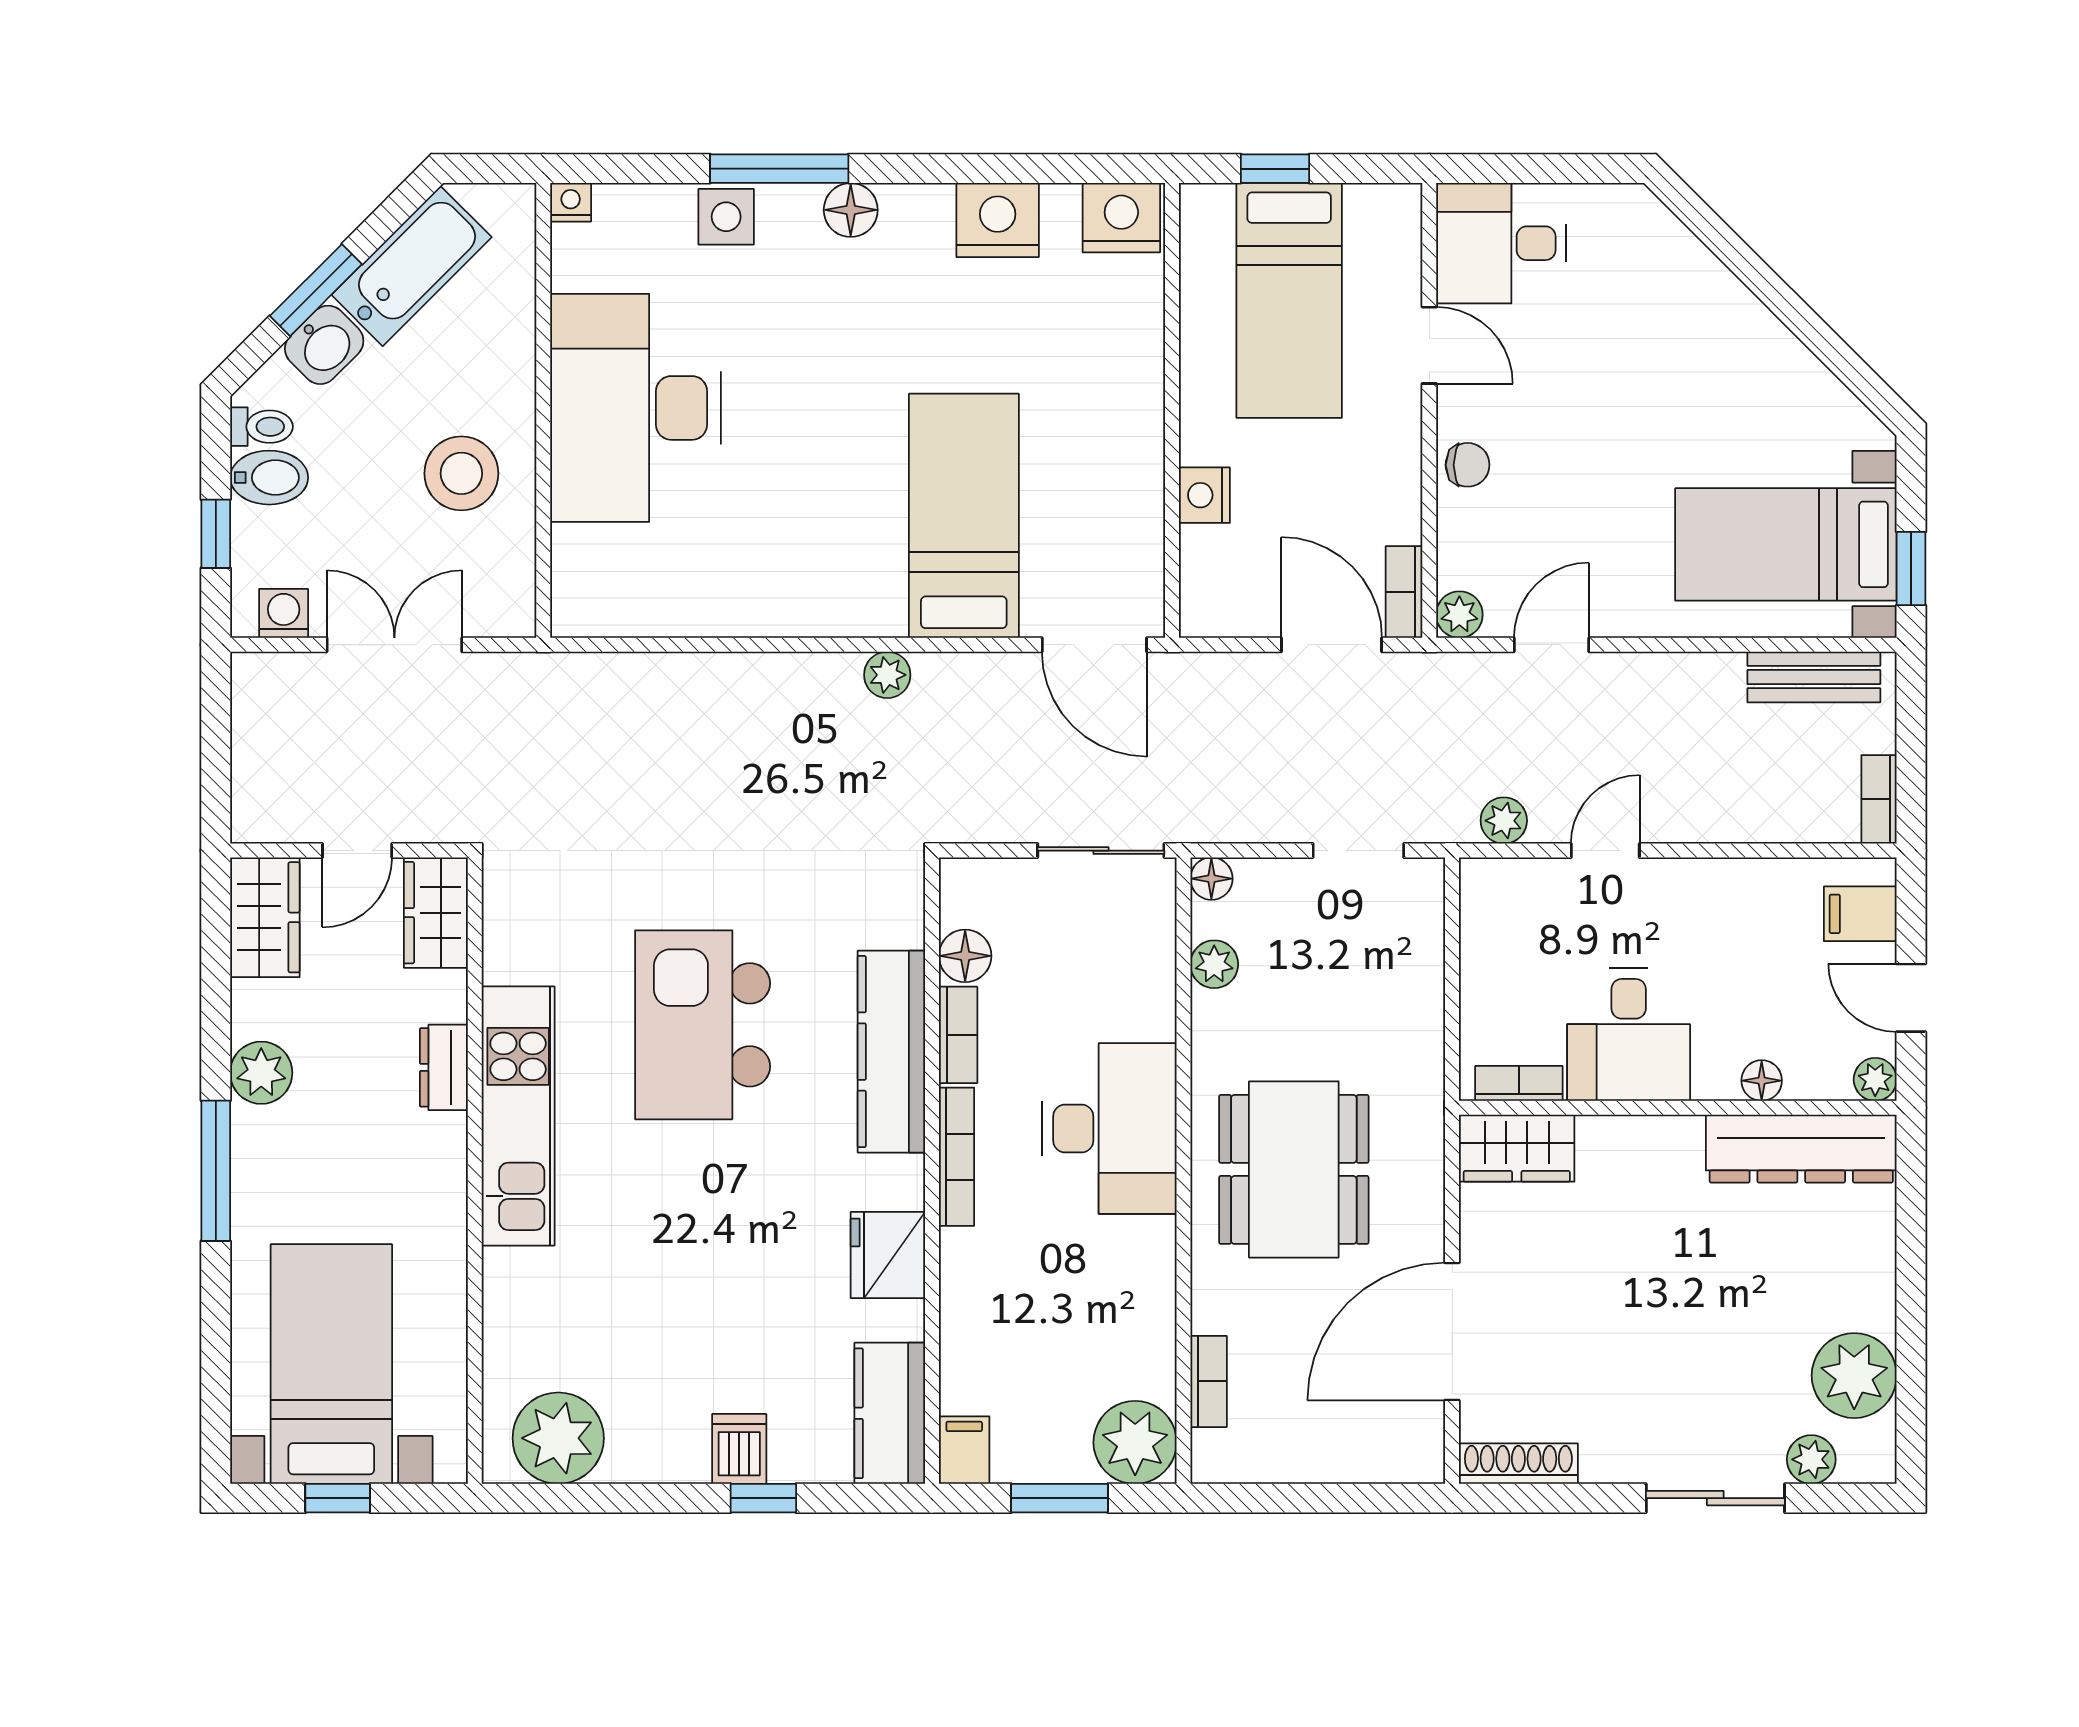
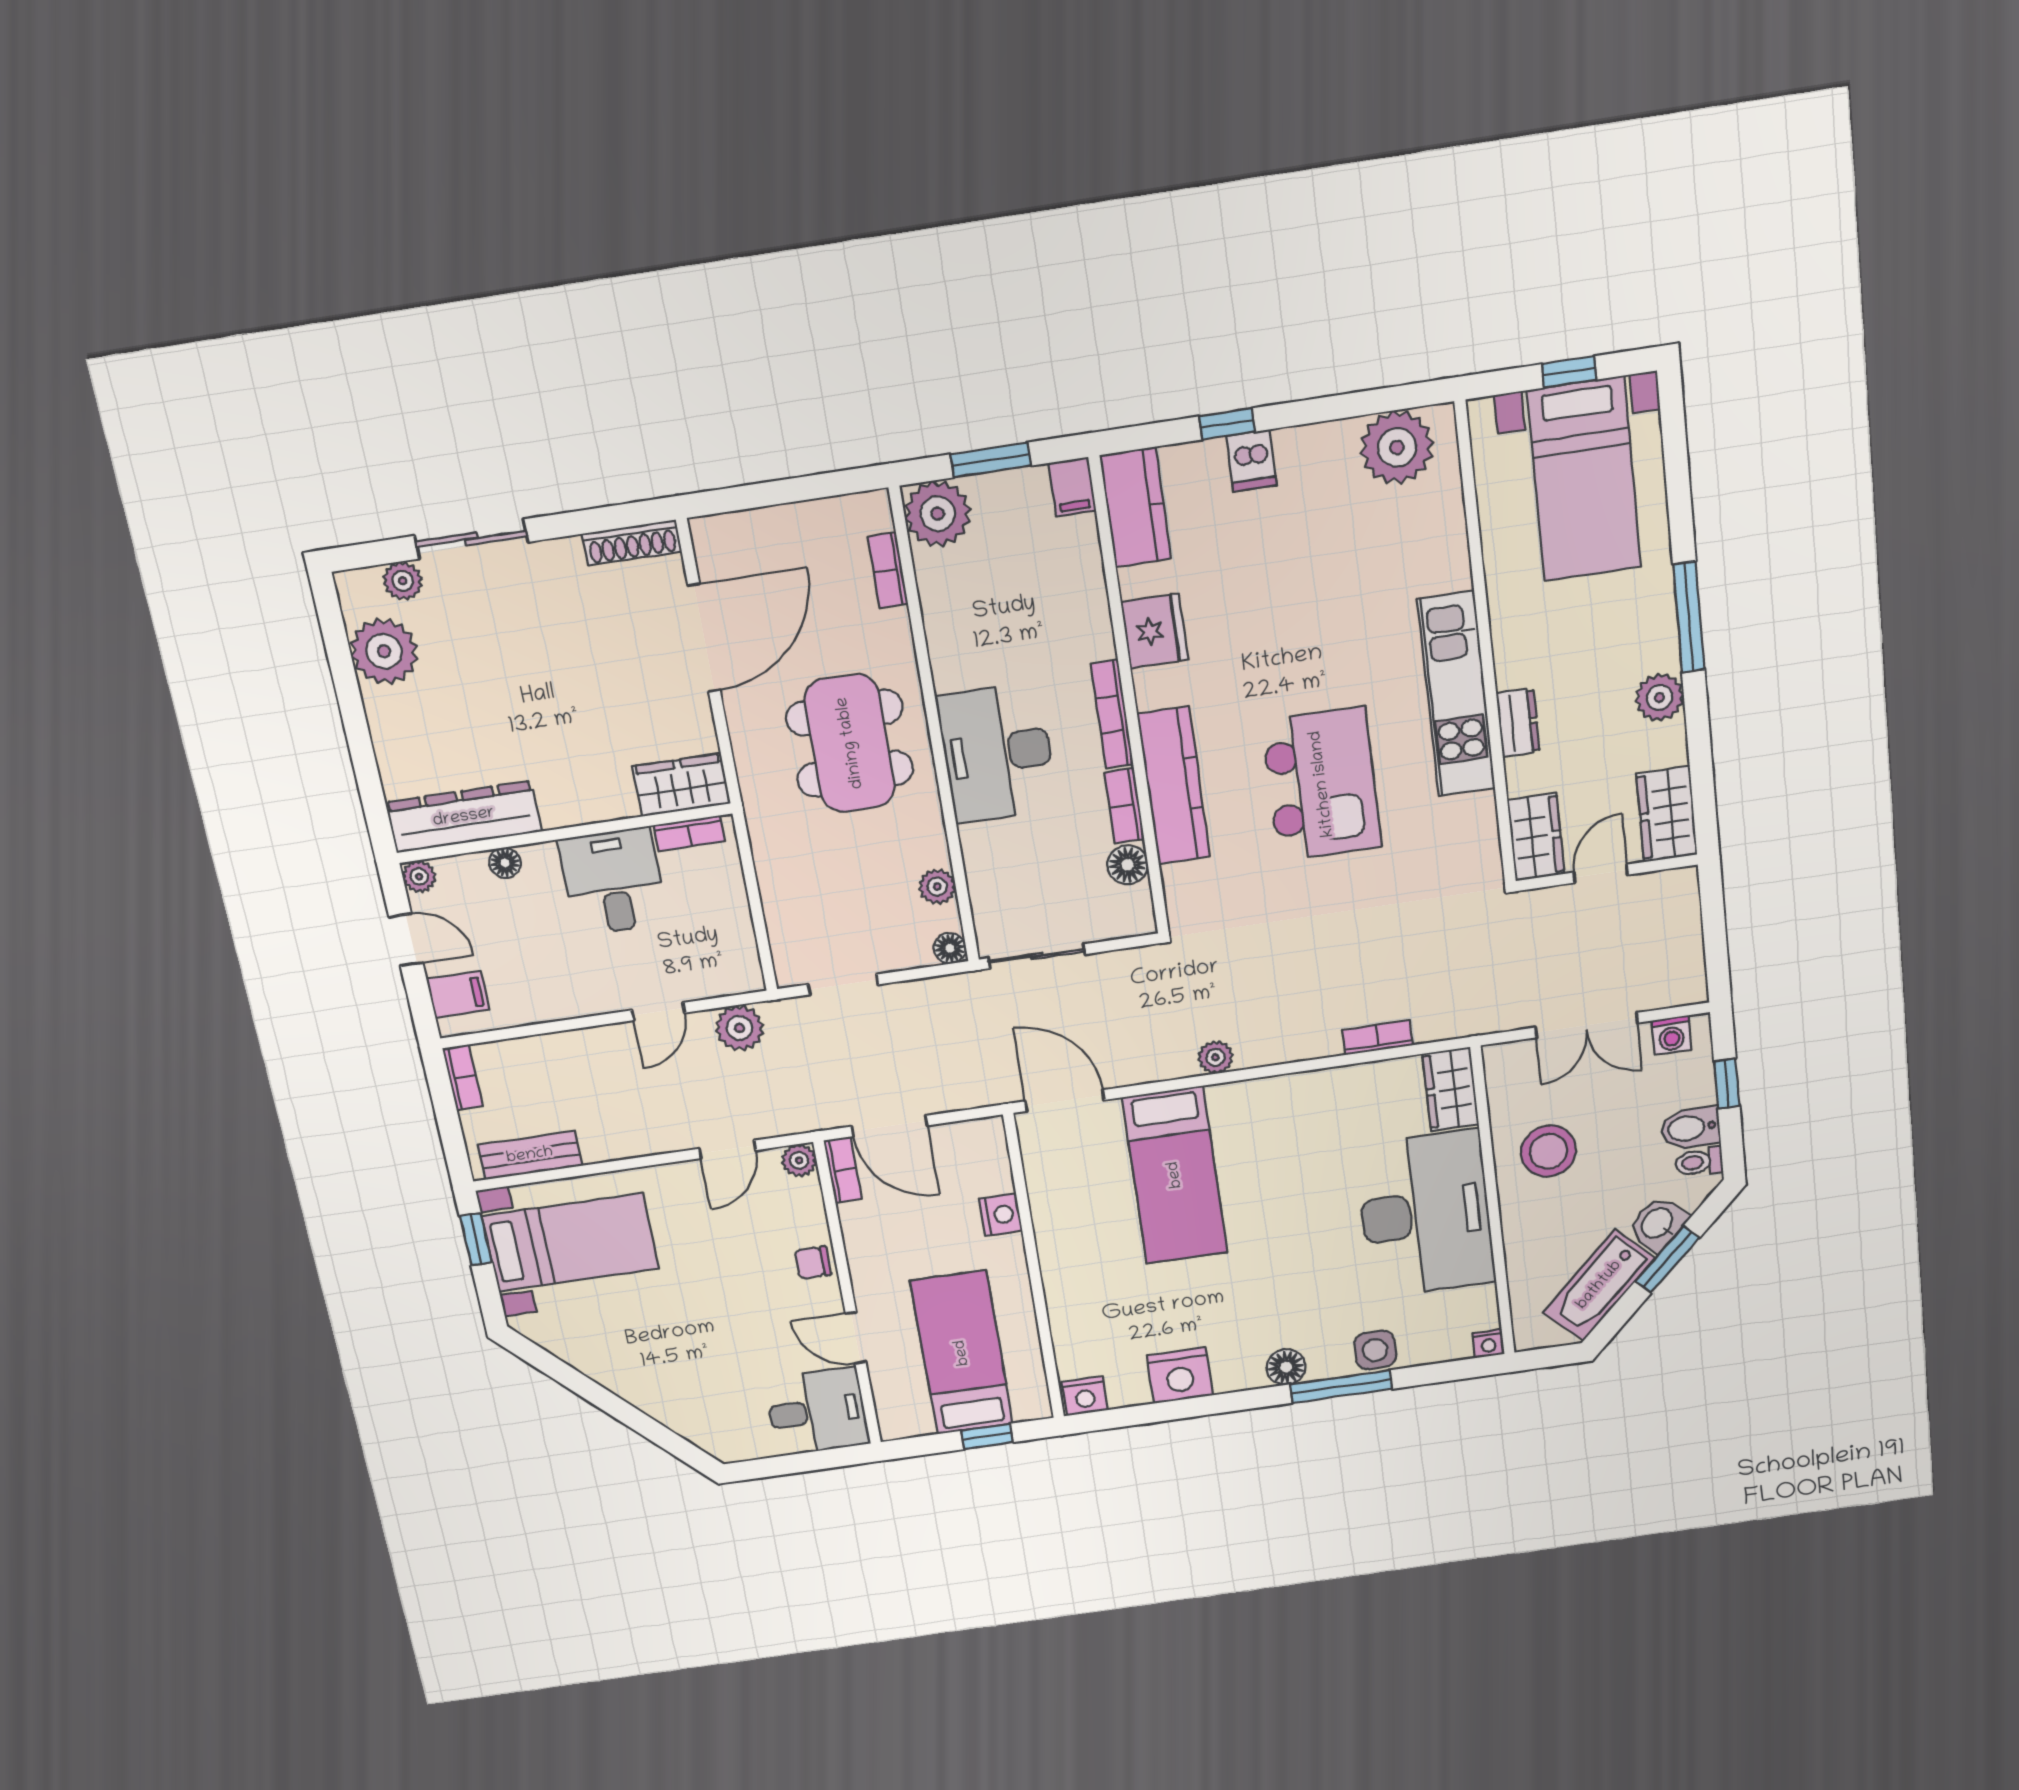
nightstand: (1121, 218) -> (1085, 1396), width x0.74, depth x0.75
wardrobe: (582, 582) -> (1451, 1089), added
bookcase: (671, 670) -> (1377, 1038), added
plant: (1504, 821) -> (740, 1028), width x1.38, depth x1.38

